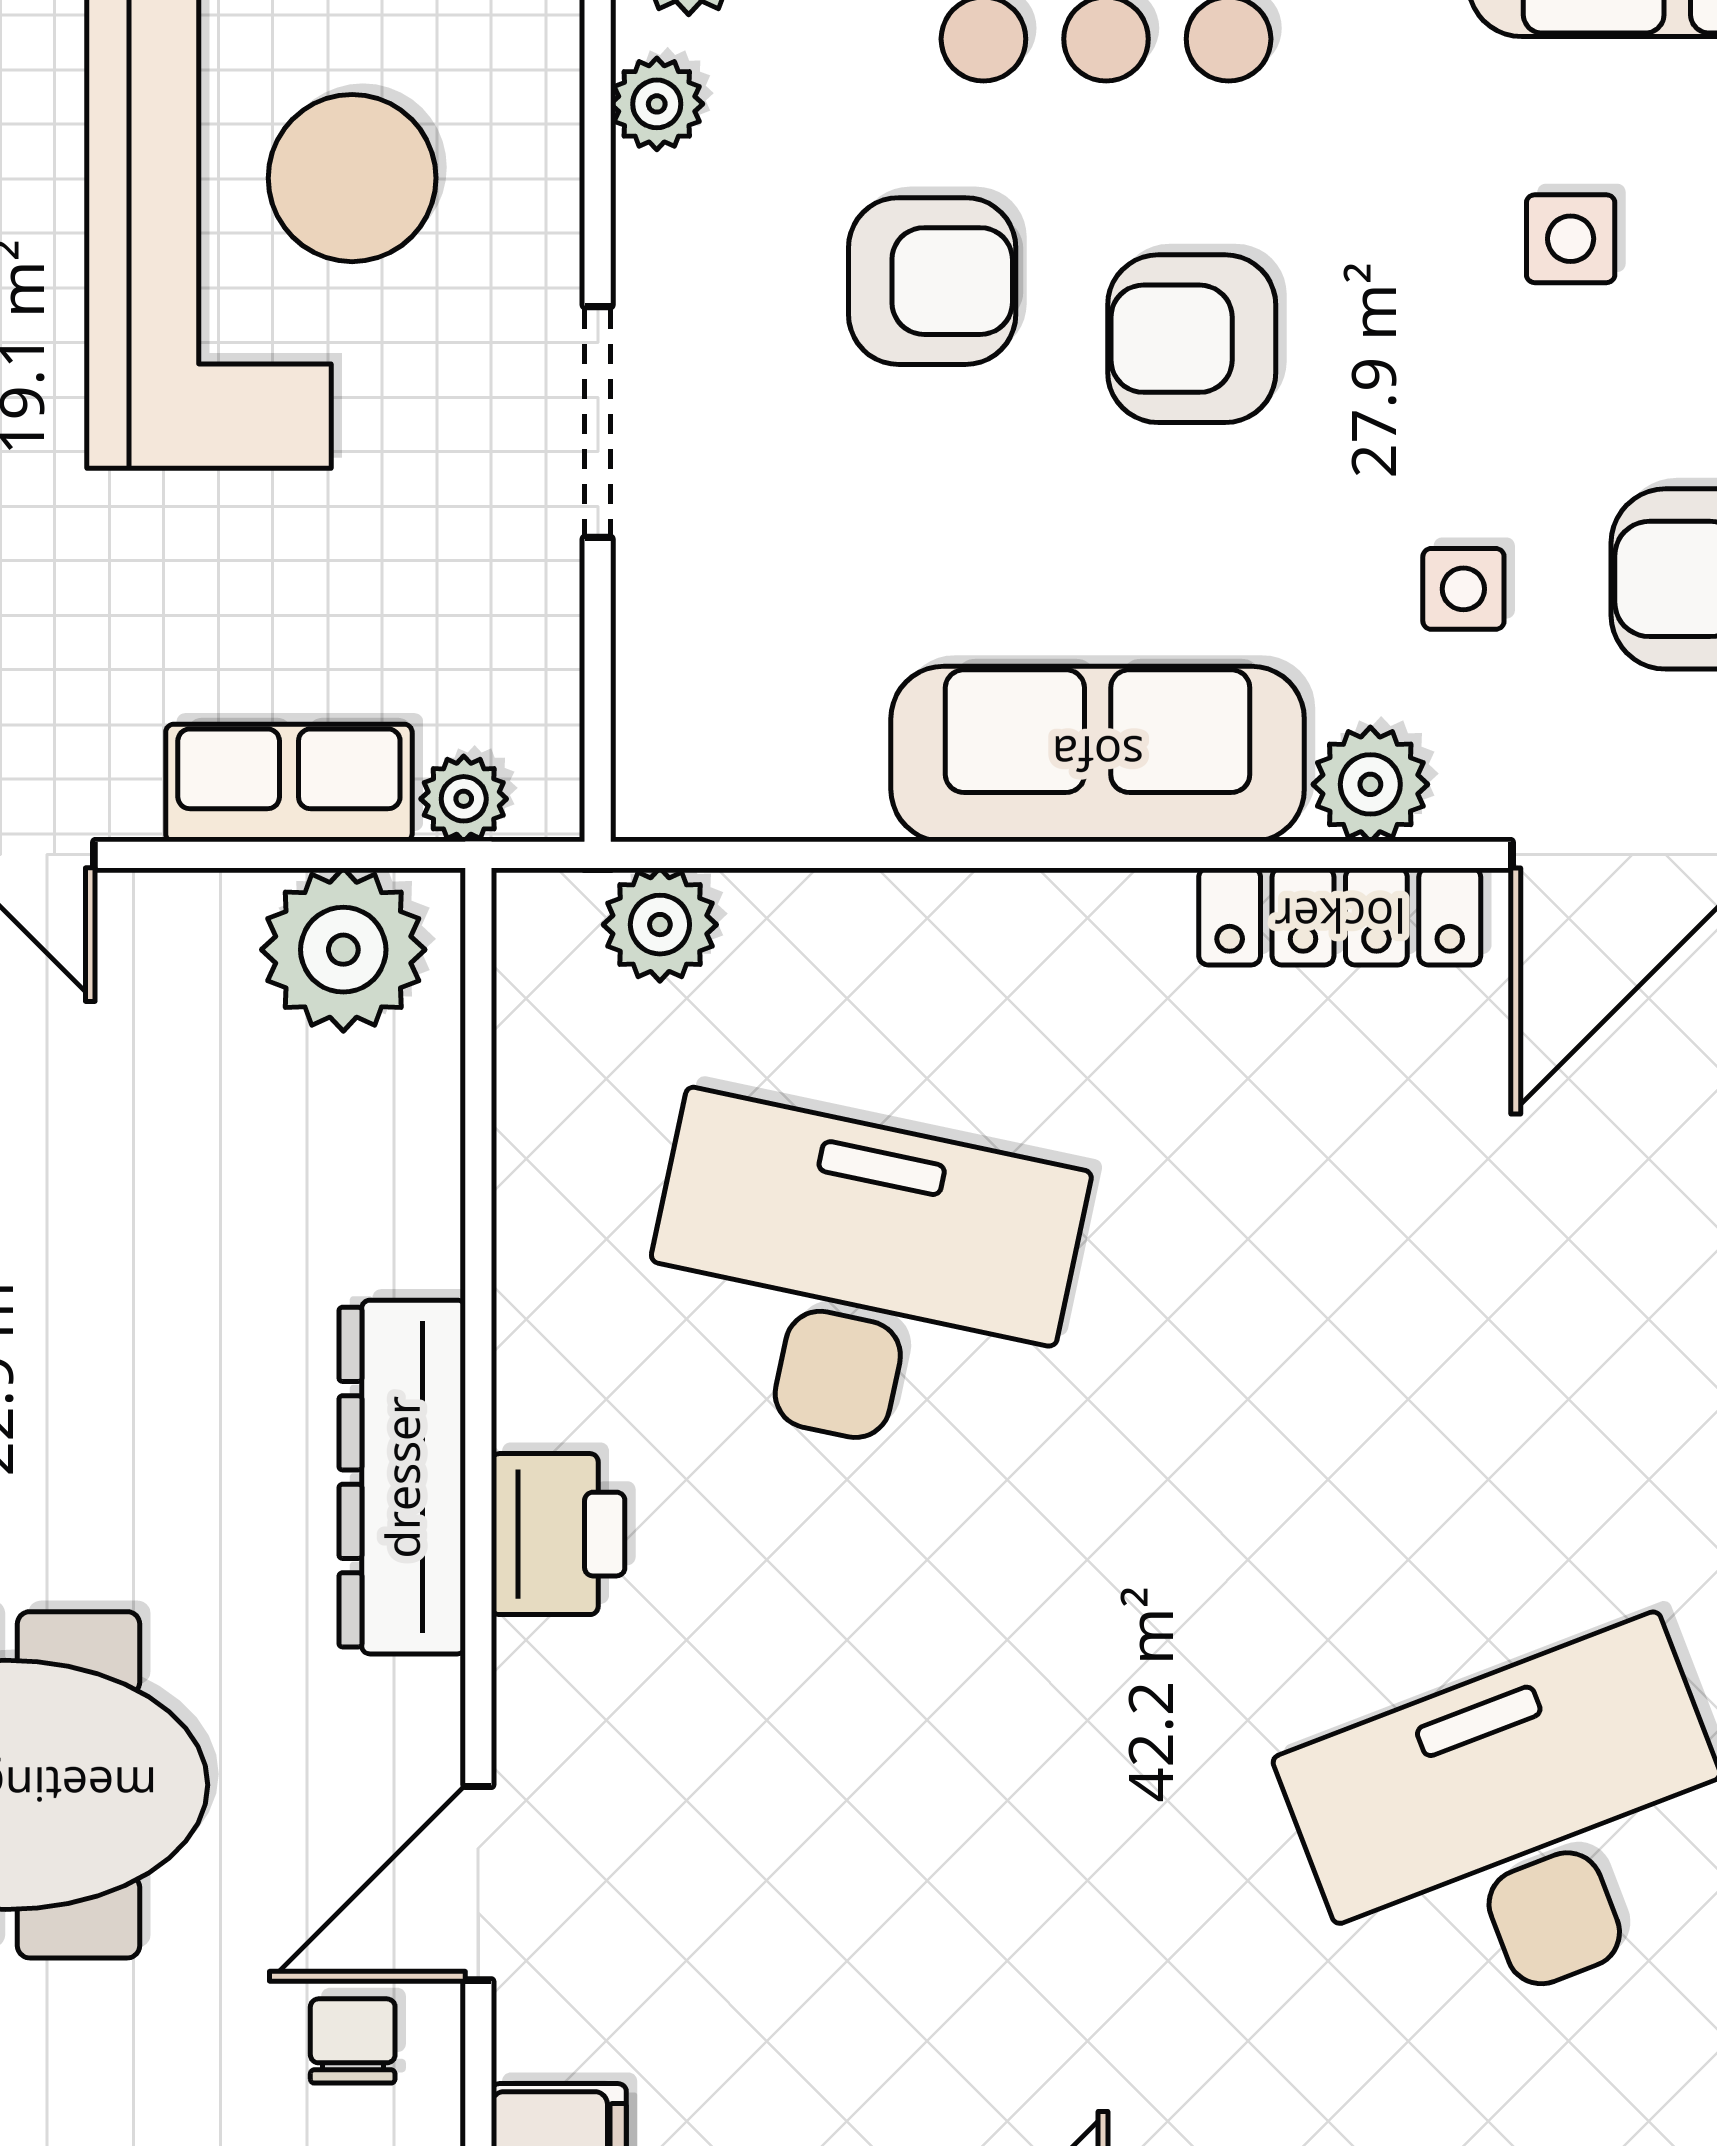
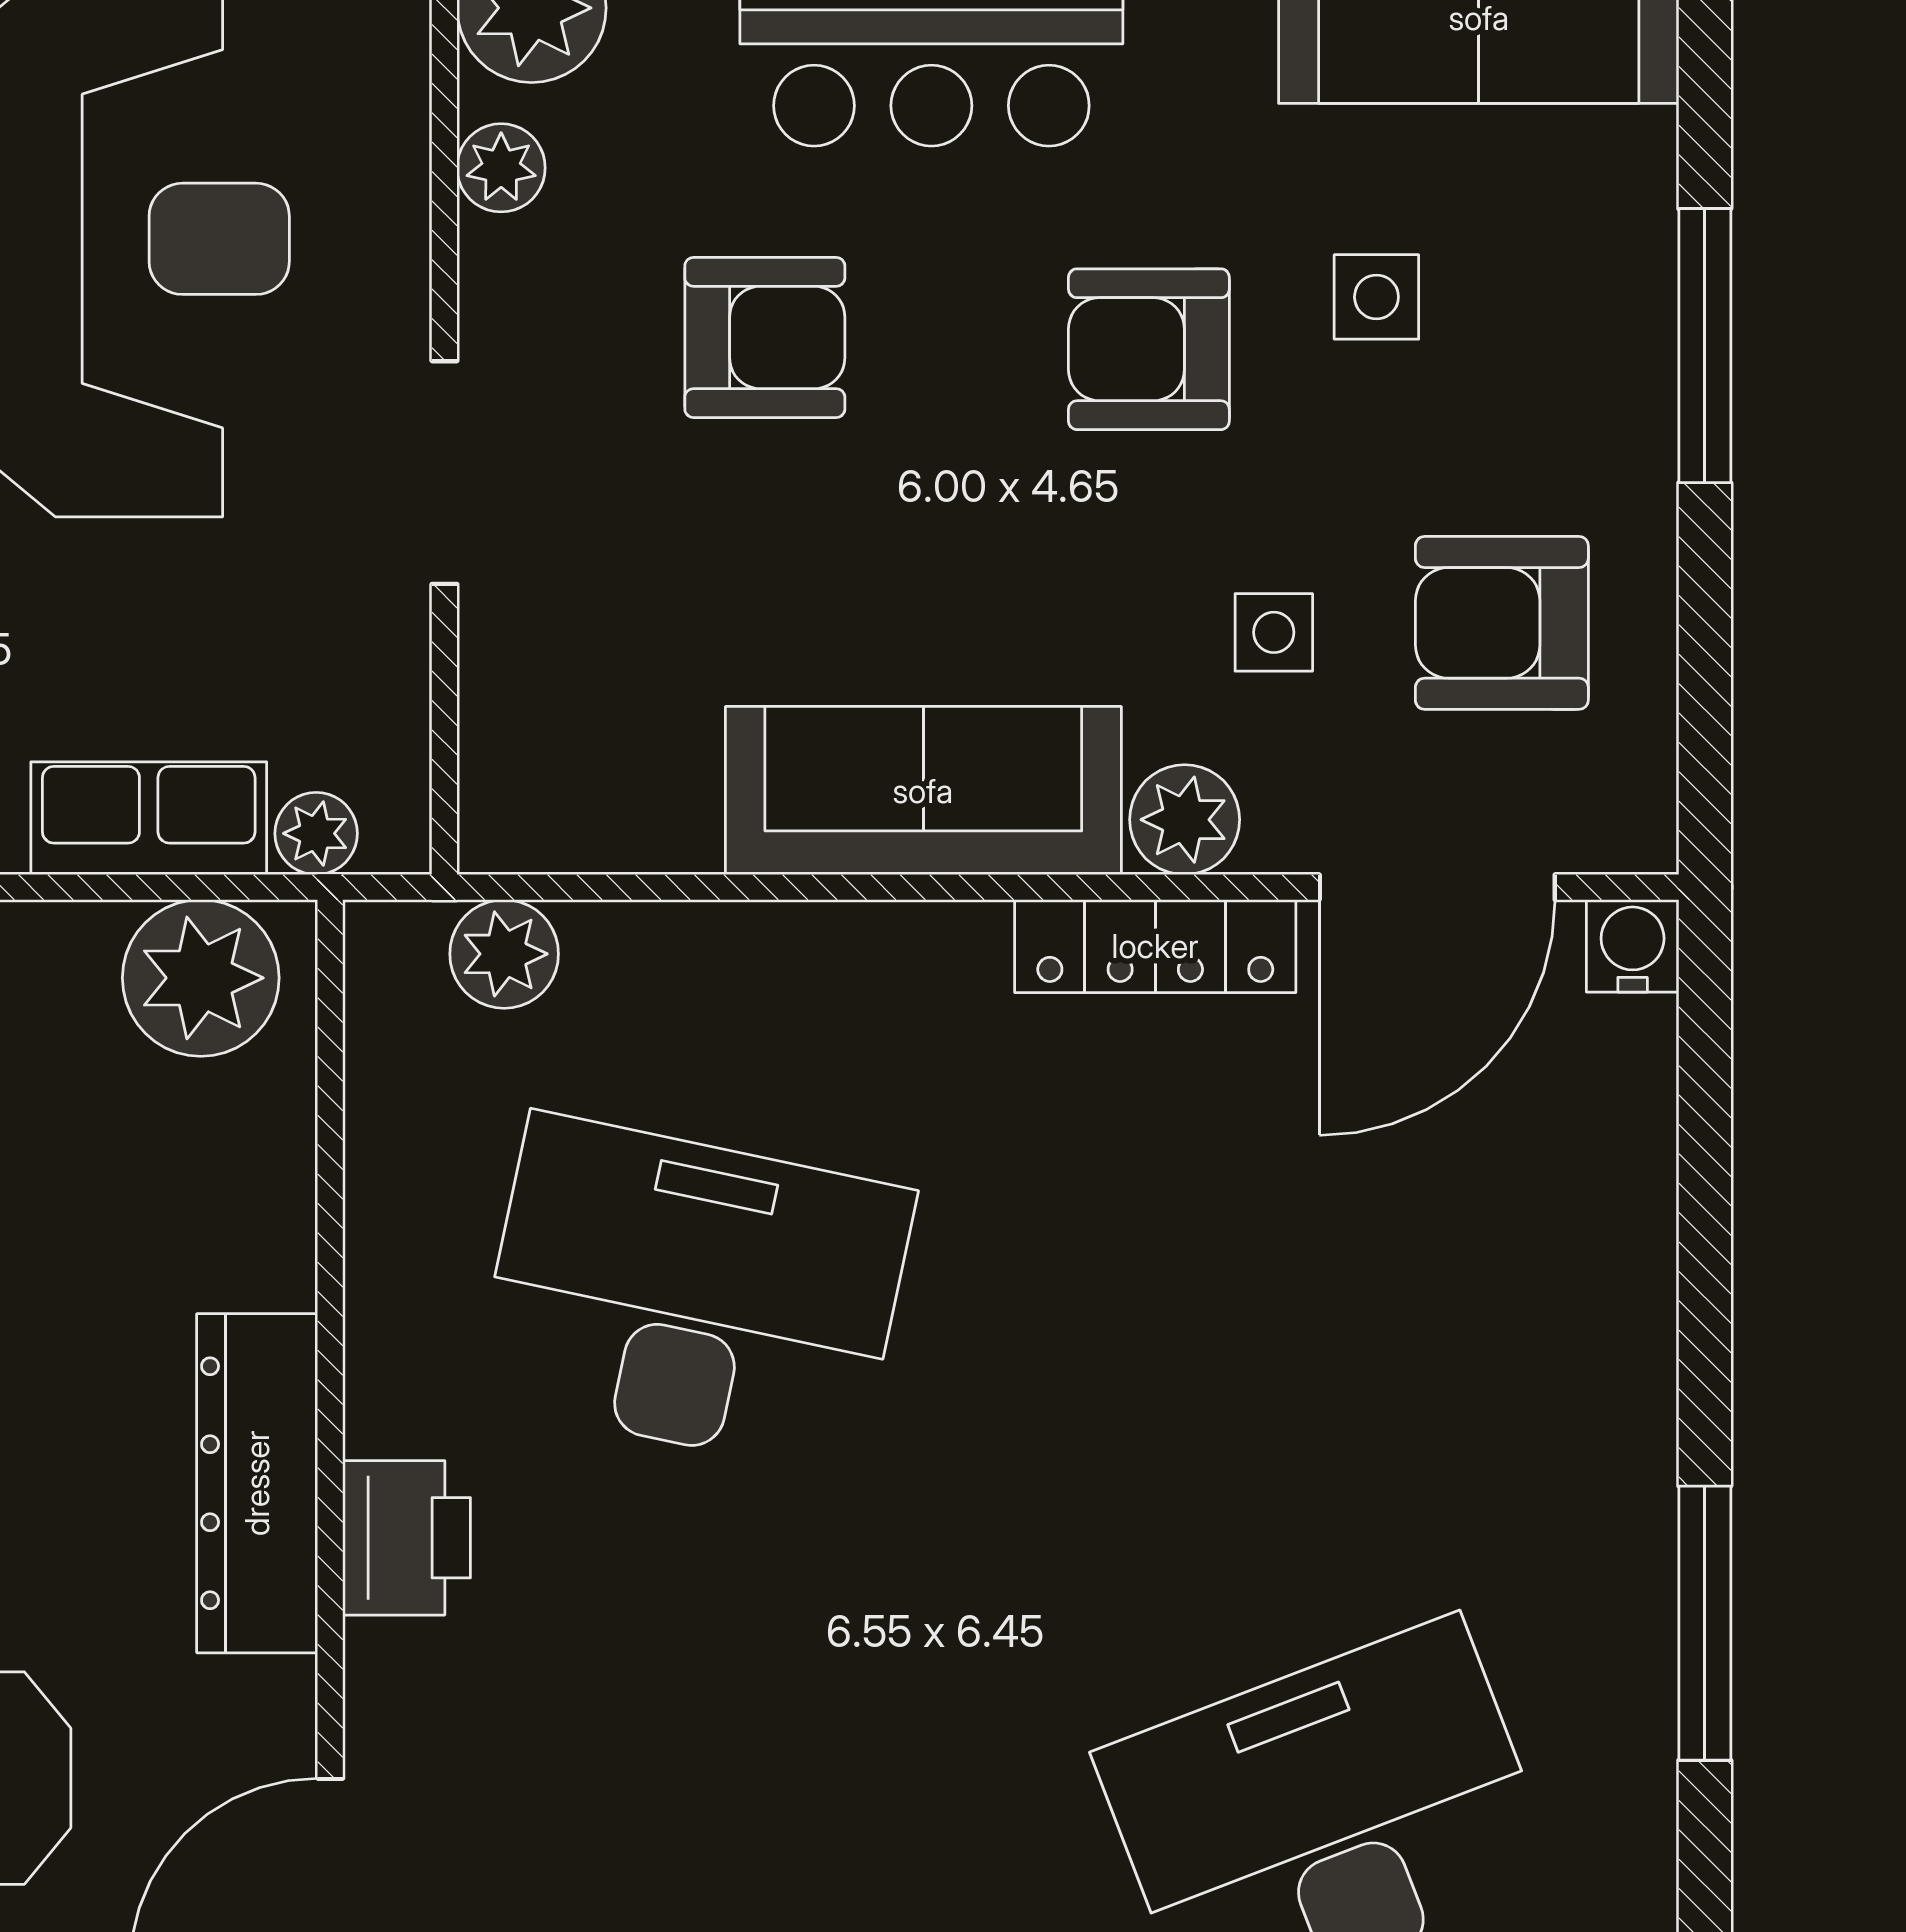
armchair: (1192, 339) -> (1149, 349), moved

